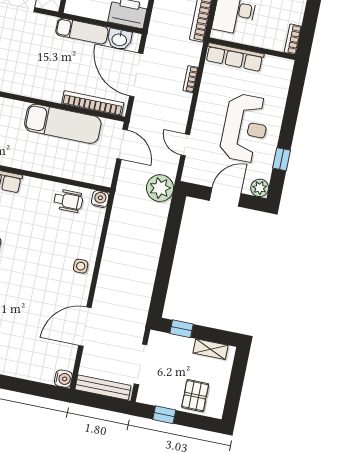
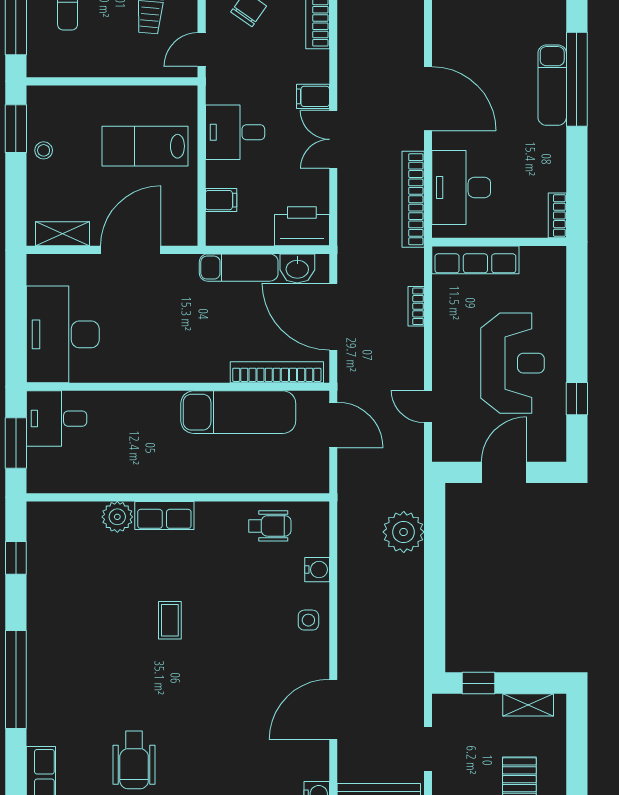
plant: (160, 188) -> (404, 532), moved
plant: (260, 188) -> (553, 448), removed
water cooler: (100, 199) -> (317, 570), moved, turned 90
doorway: (141, 364) -> (428, 749), width x0.73

